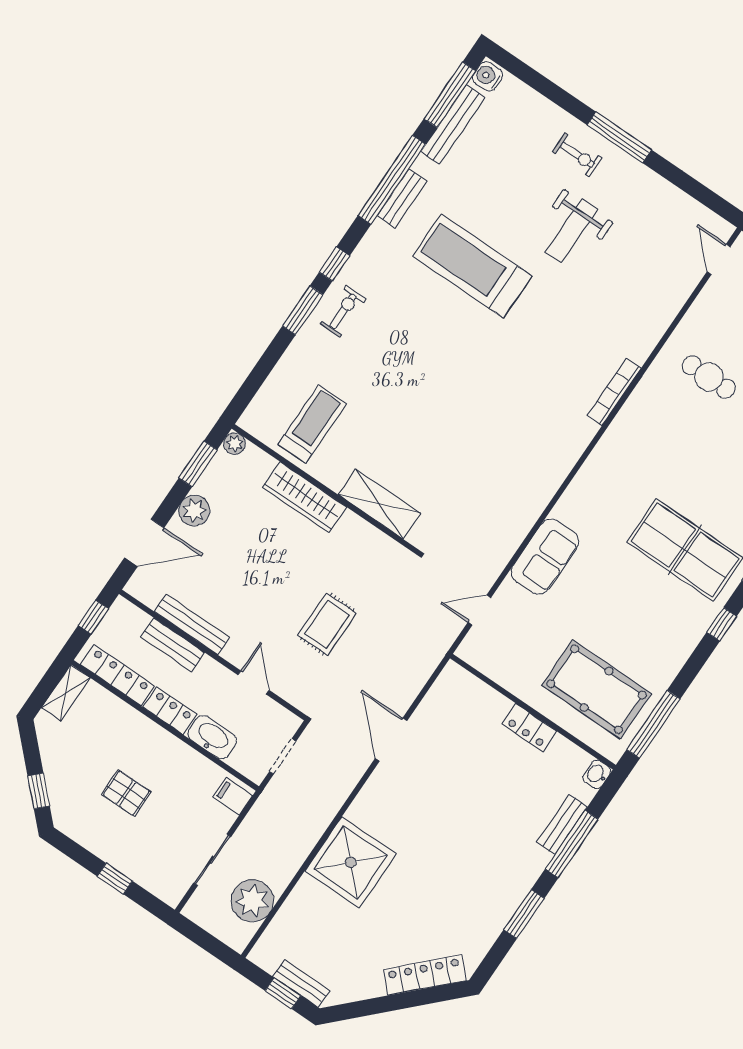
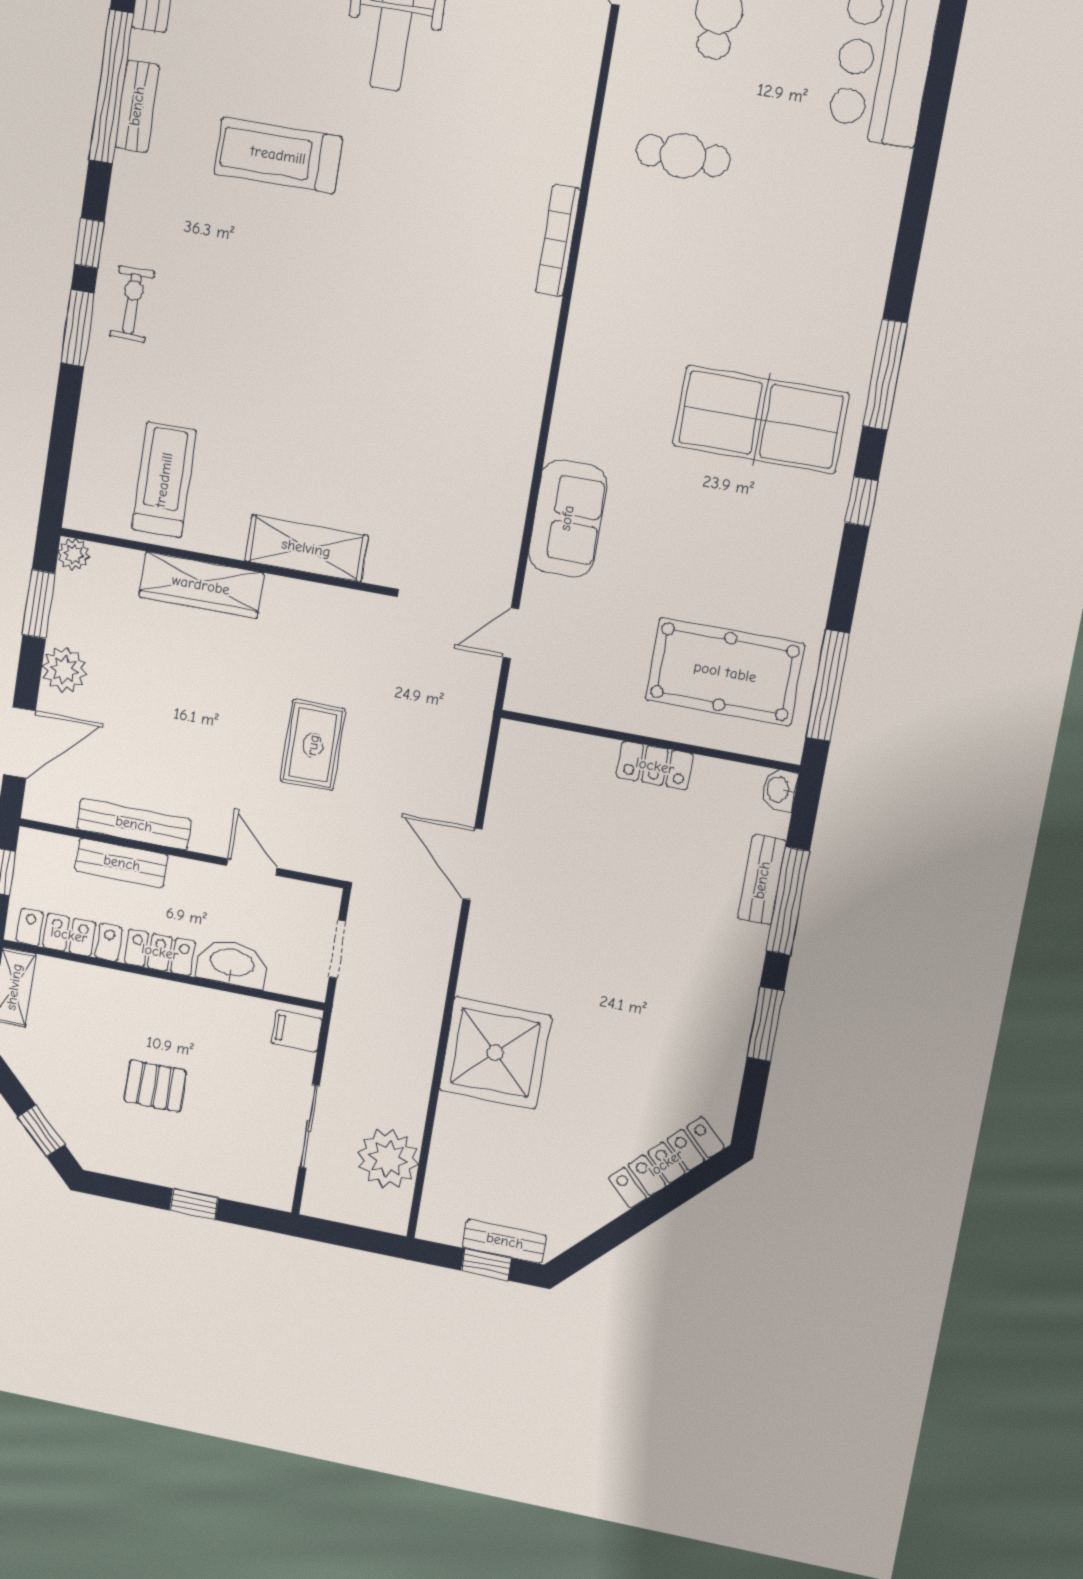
treadmill: (472, 266) -> (278, 155), width x0.73, depth x0.73

